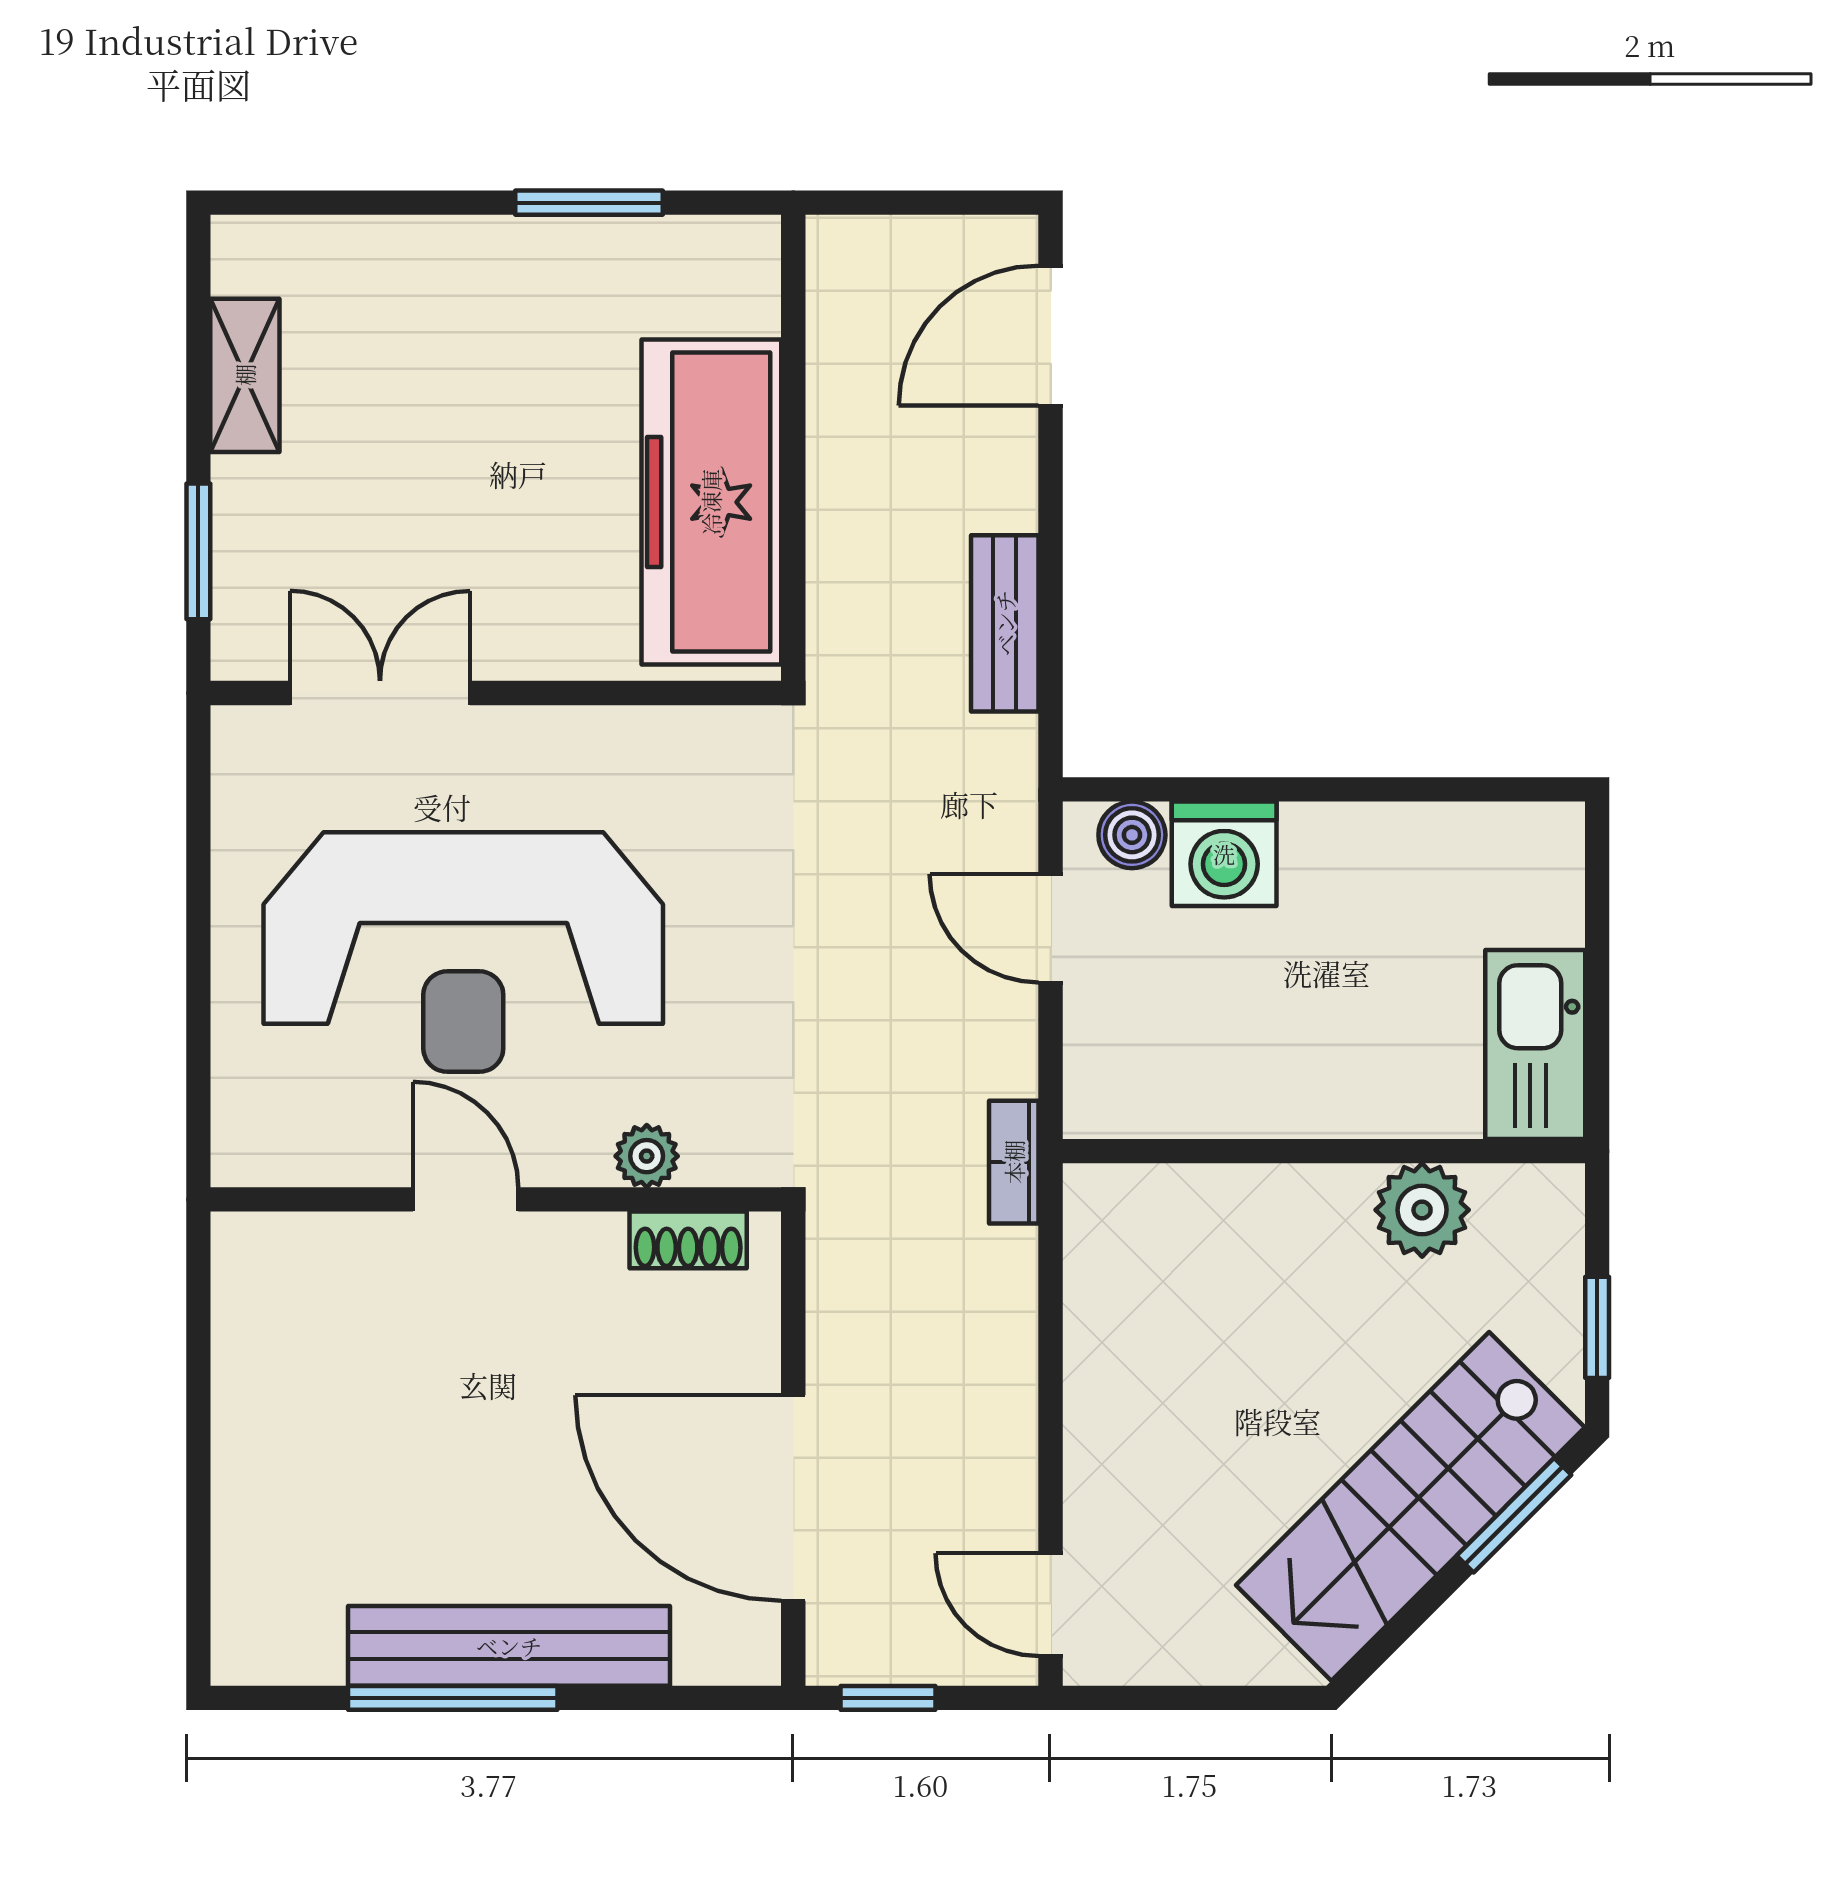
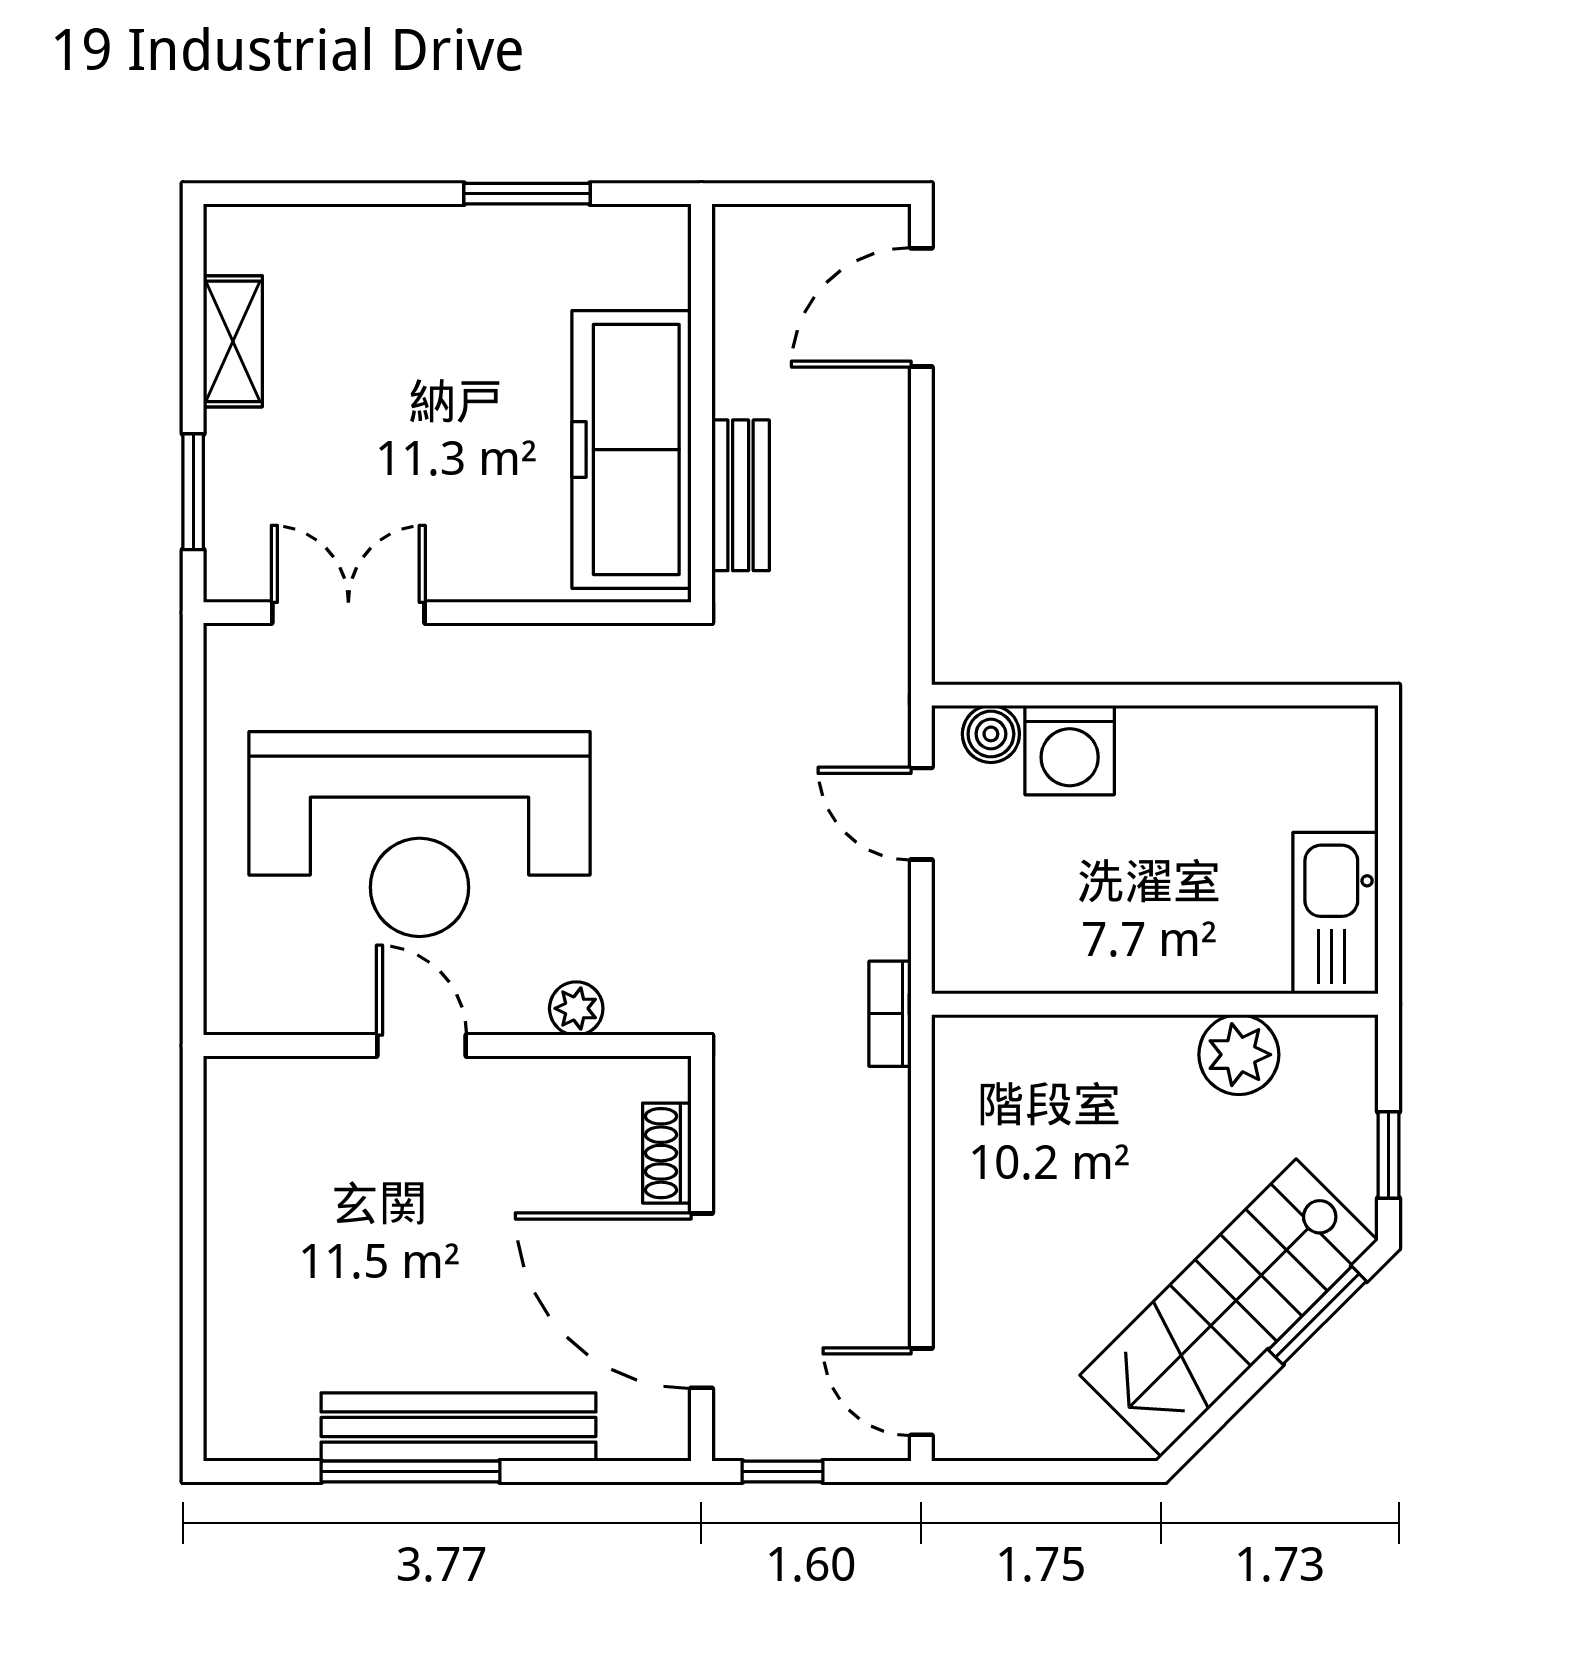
bench: (1005, 623) -> (741, 495), moved
shoe rack: (688, 1240) -> (667, 1153), moved, turned 90

